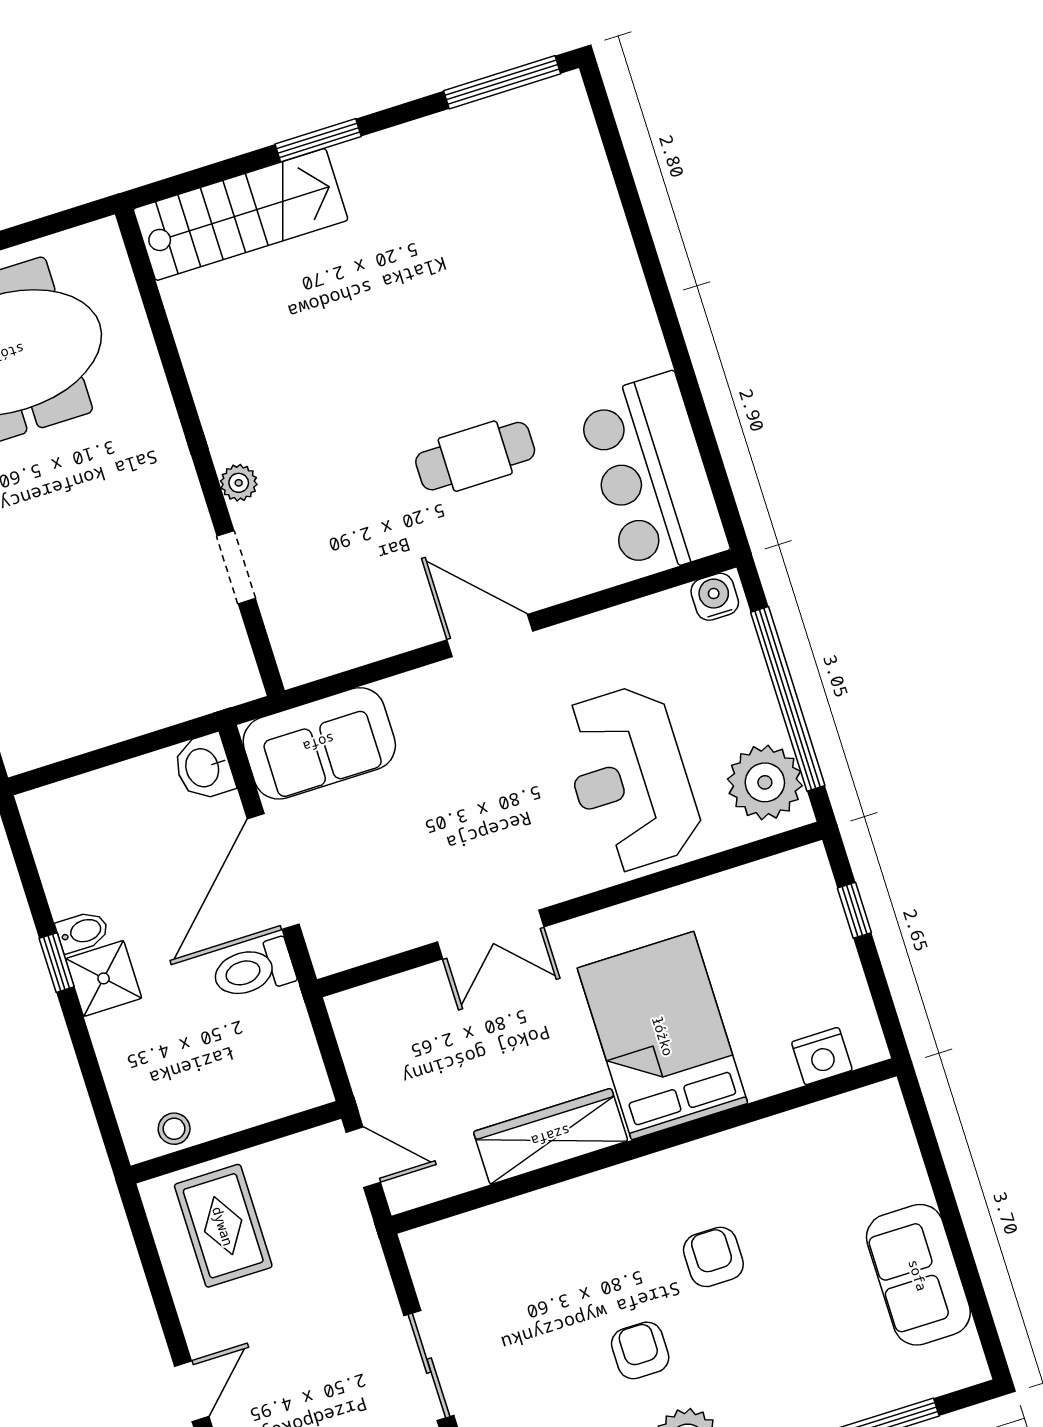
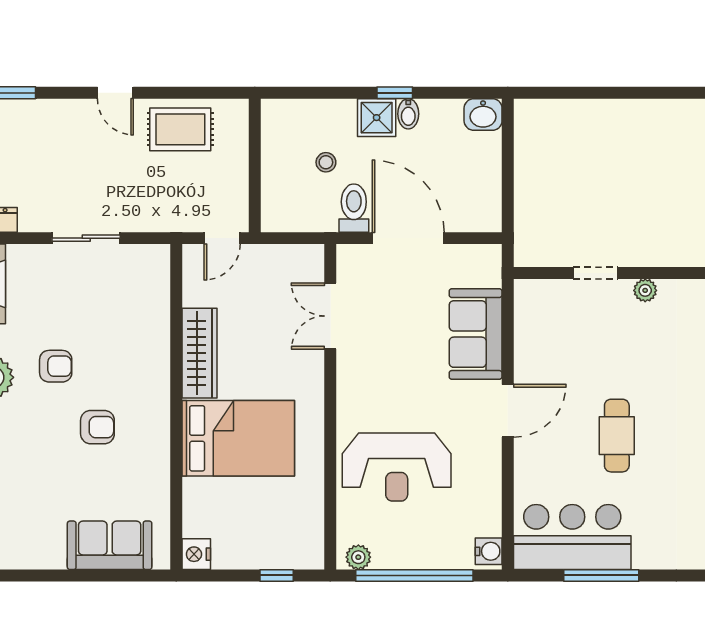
window: (697, 412) -> (601, 575), added
sofa: (319, 743) -> (476, 334), moved
washbasin: (204, 767) -> (483, 115), moved, turned 180
reception desk: (630, 779) -> (397, 467), turned 180
plant: (765, 782) -> (358, 557), width x0.53, depth x0.53
double door: (491, 934) -> (330, 316), moved
nightstand: (822, 1056) -> (196, 554), moved
stool: (174, 1129) -> (326, 162), moved
rug: (223, 1226) -> (180, 129), moved
sofa: (918, 1275) -> (110, 545), moved

